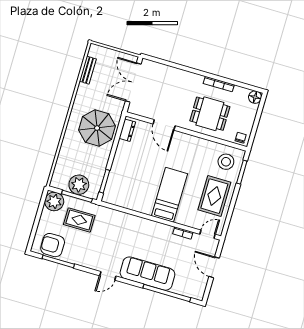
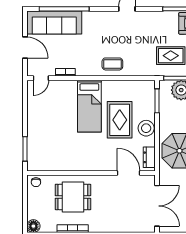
door: (164, 125) -> (129, 173), moved
stool: (226, 162) -> (146, 128), moved
rug: (214, 196) -> (120, 120), moved
coffee table: (136, 228) -> (112, 64), added
sofa: (147, 274) -> (54, 22), moved

